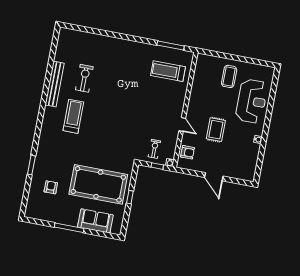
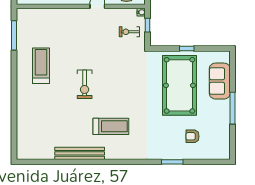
treadmill: (168, 71) -> (41, 66), moved, turned 180
exercise bike: (84, 78) -> (85, 84), moved, turned -90
treadmill: (73, 116) -> (111, 126), turned 180

